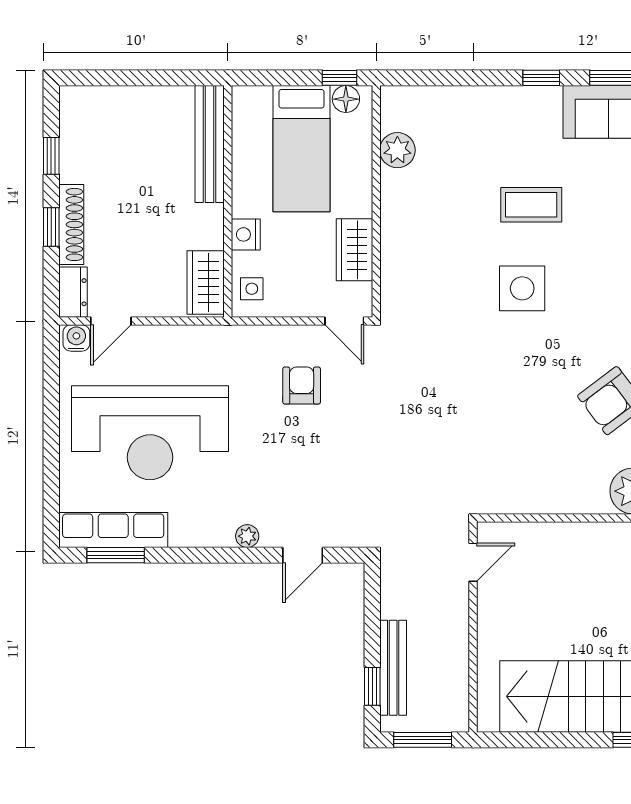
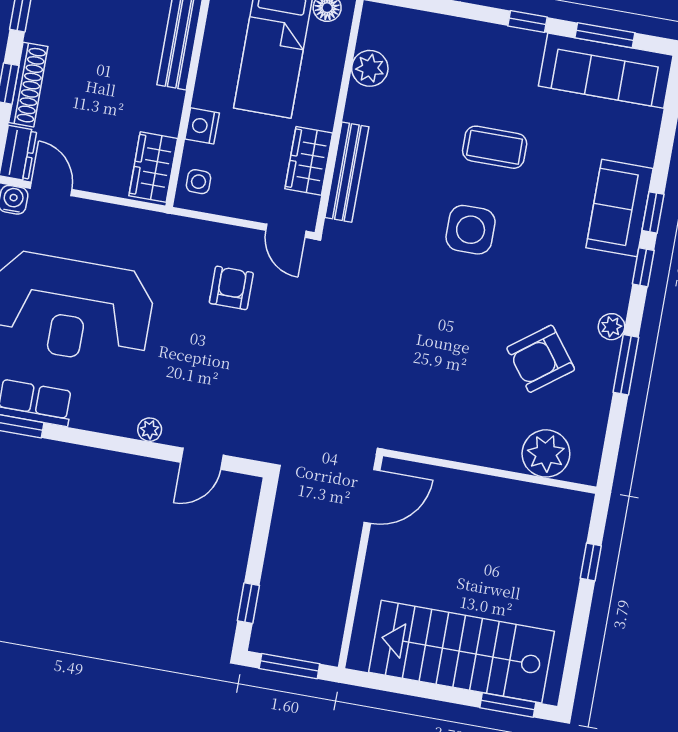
door: (111, 321) -> (51, 189), swing flipped
door: (473, 562) -> (372, 496), width x1.38
bench: (393, 668) -> (347, 172), moved

